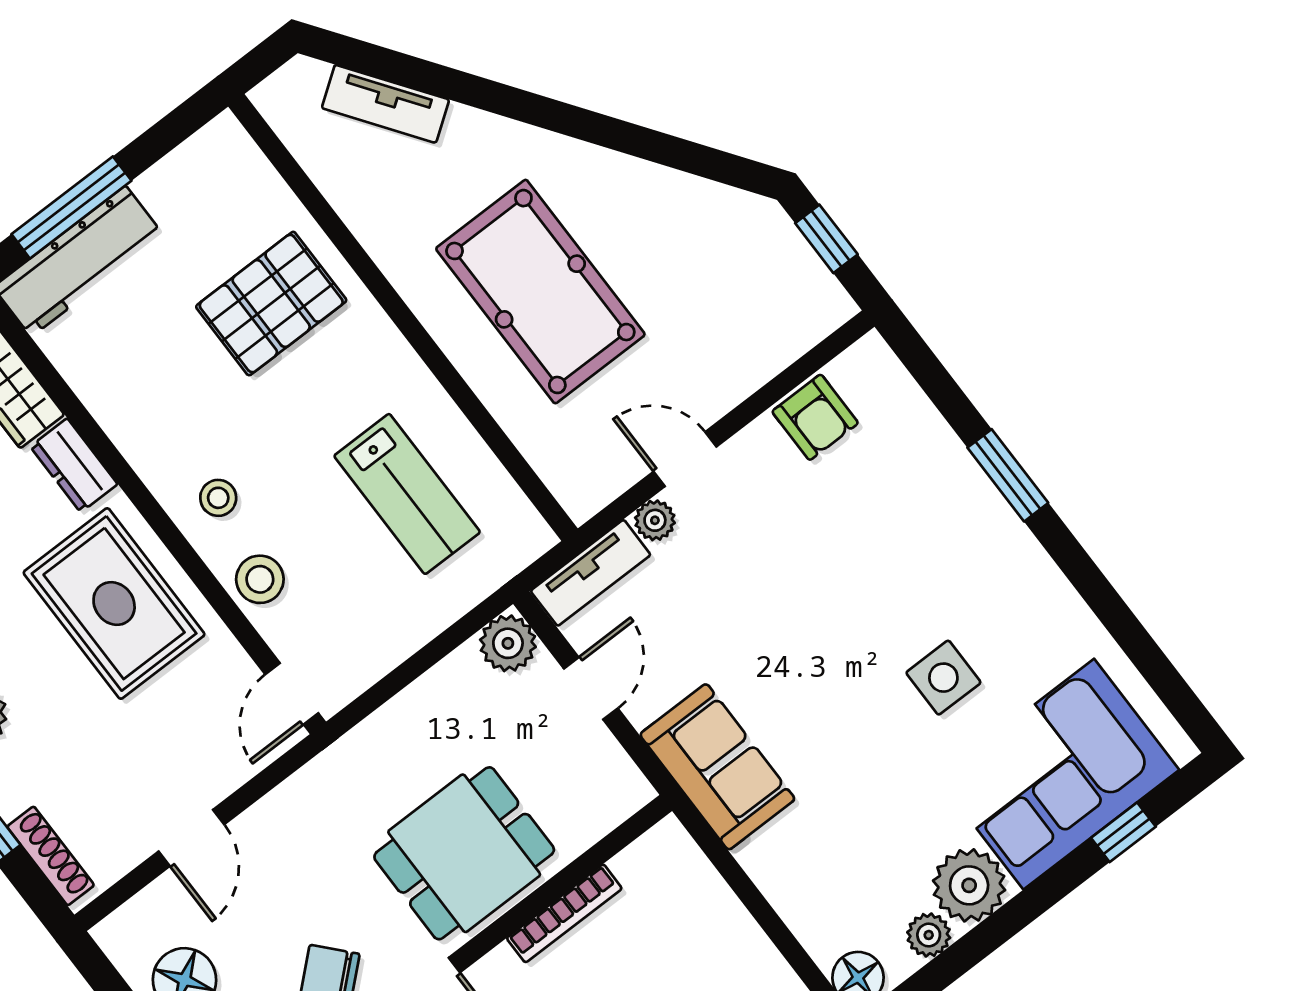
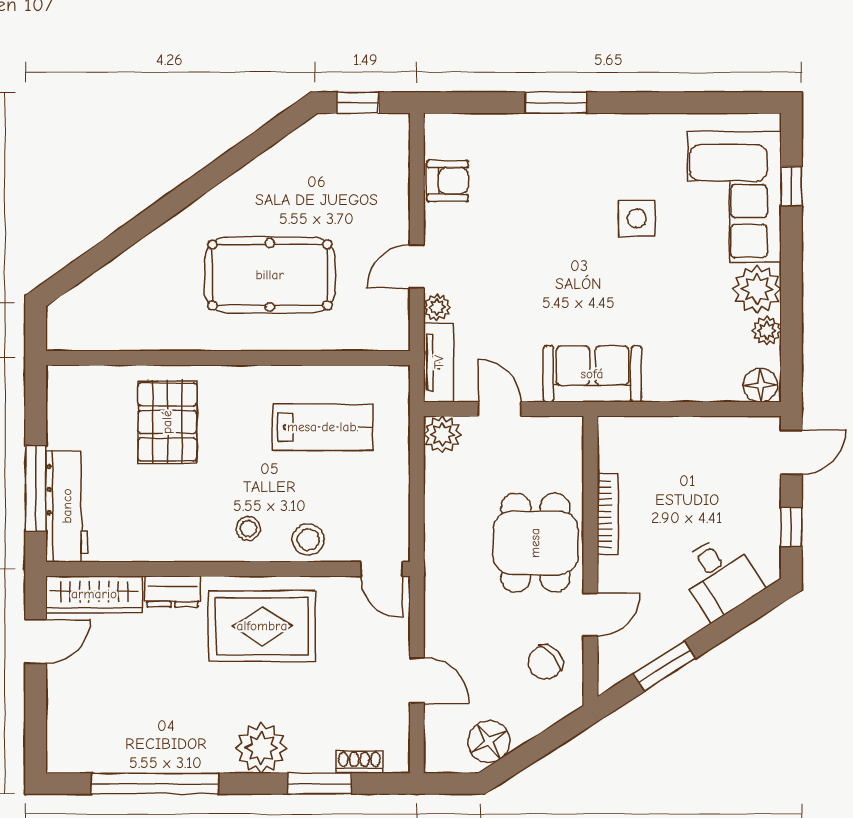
tv unit: (385, 104) -> (108, 281), removed
shoe rack: (51, 856) -> (359, 762), width x0.70

